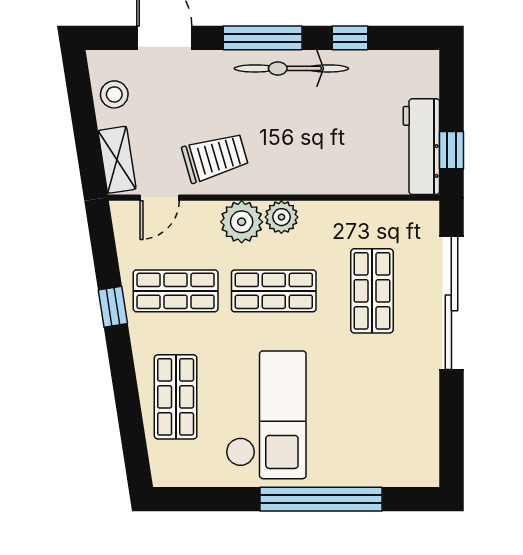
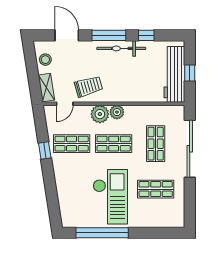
workbench: (421, 147) -> (174, 74), width x1.36, depth x1.32
window: (451, 150) -> (190, 73), moved
shop shelf: (176, 397) -> (156, 189), moved, turned 90
window: (321, 499) -> (102, 233), moved

